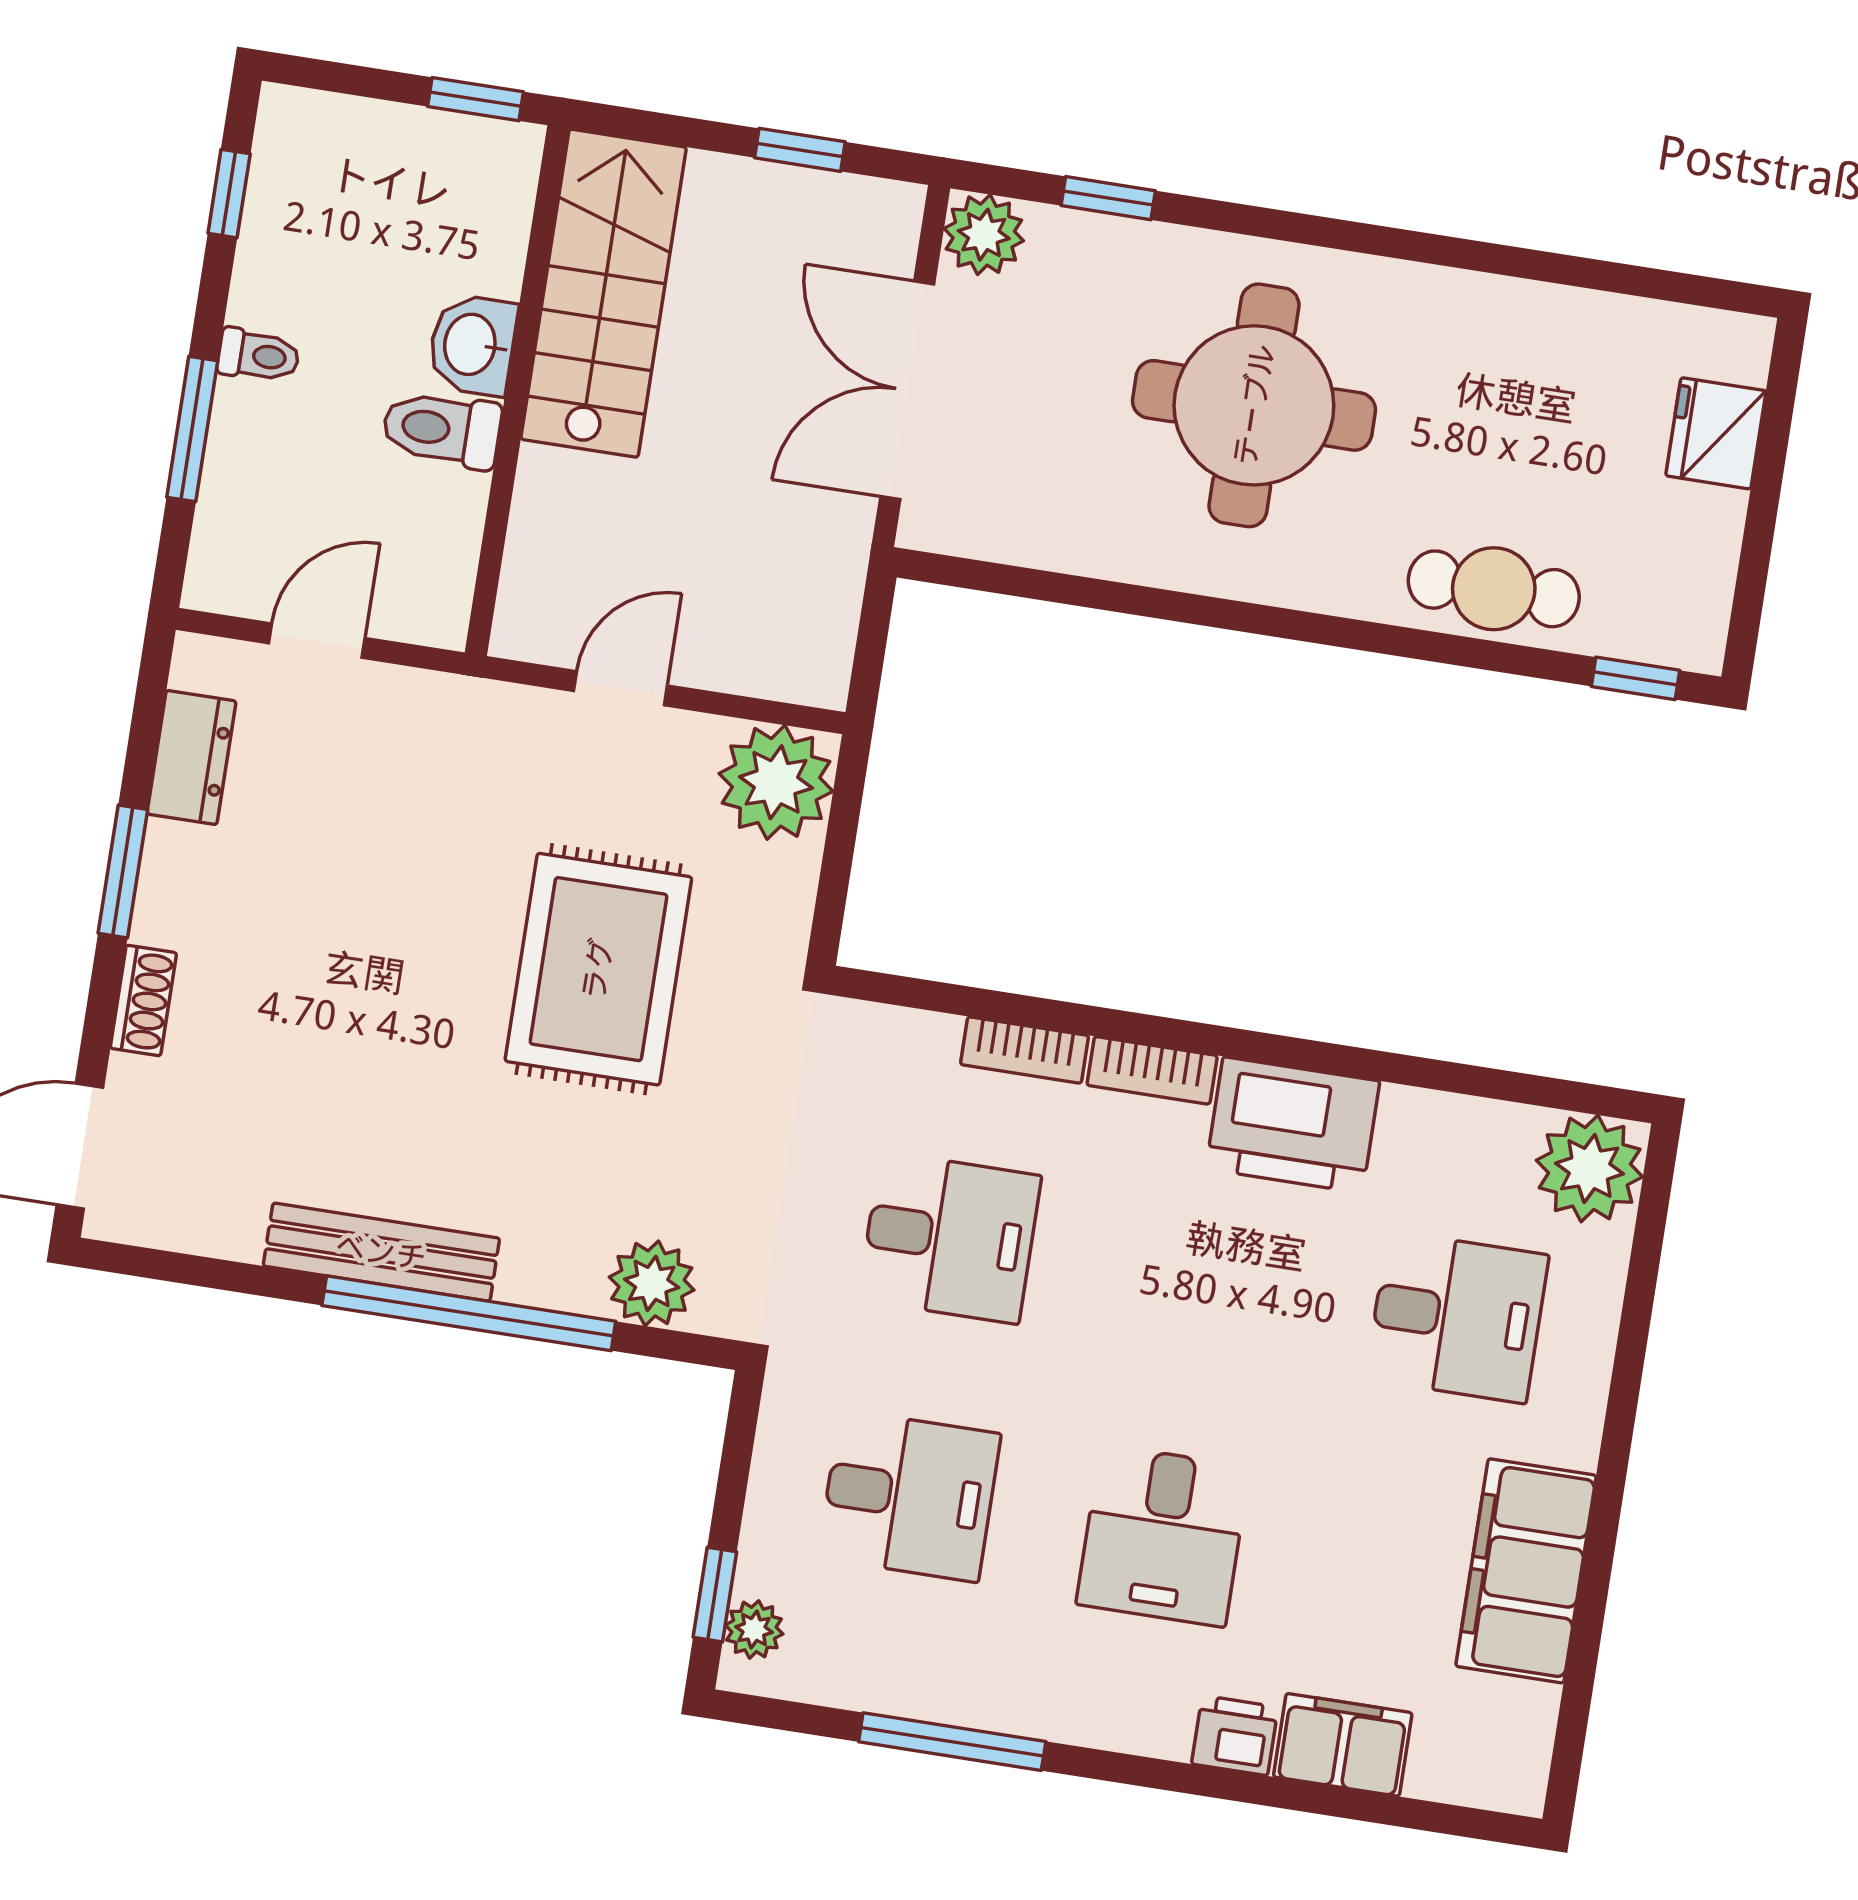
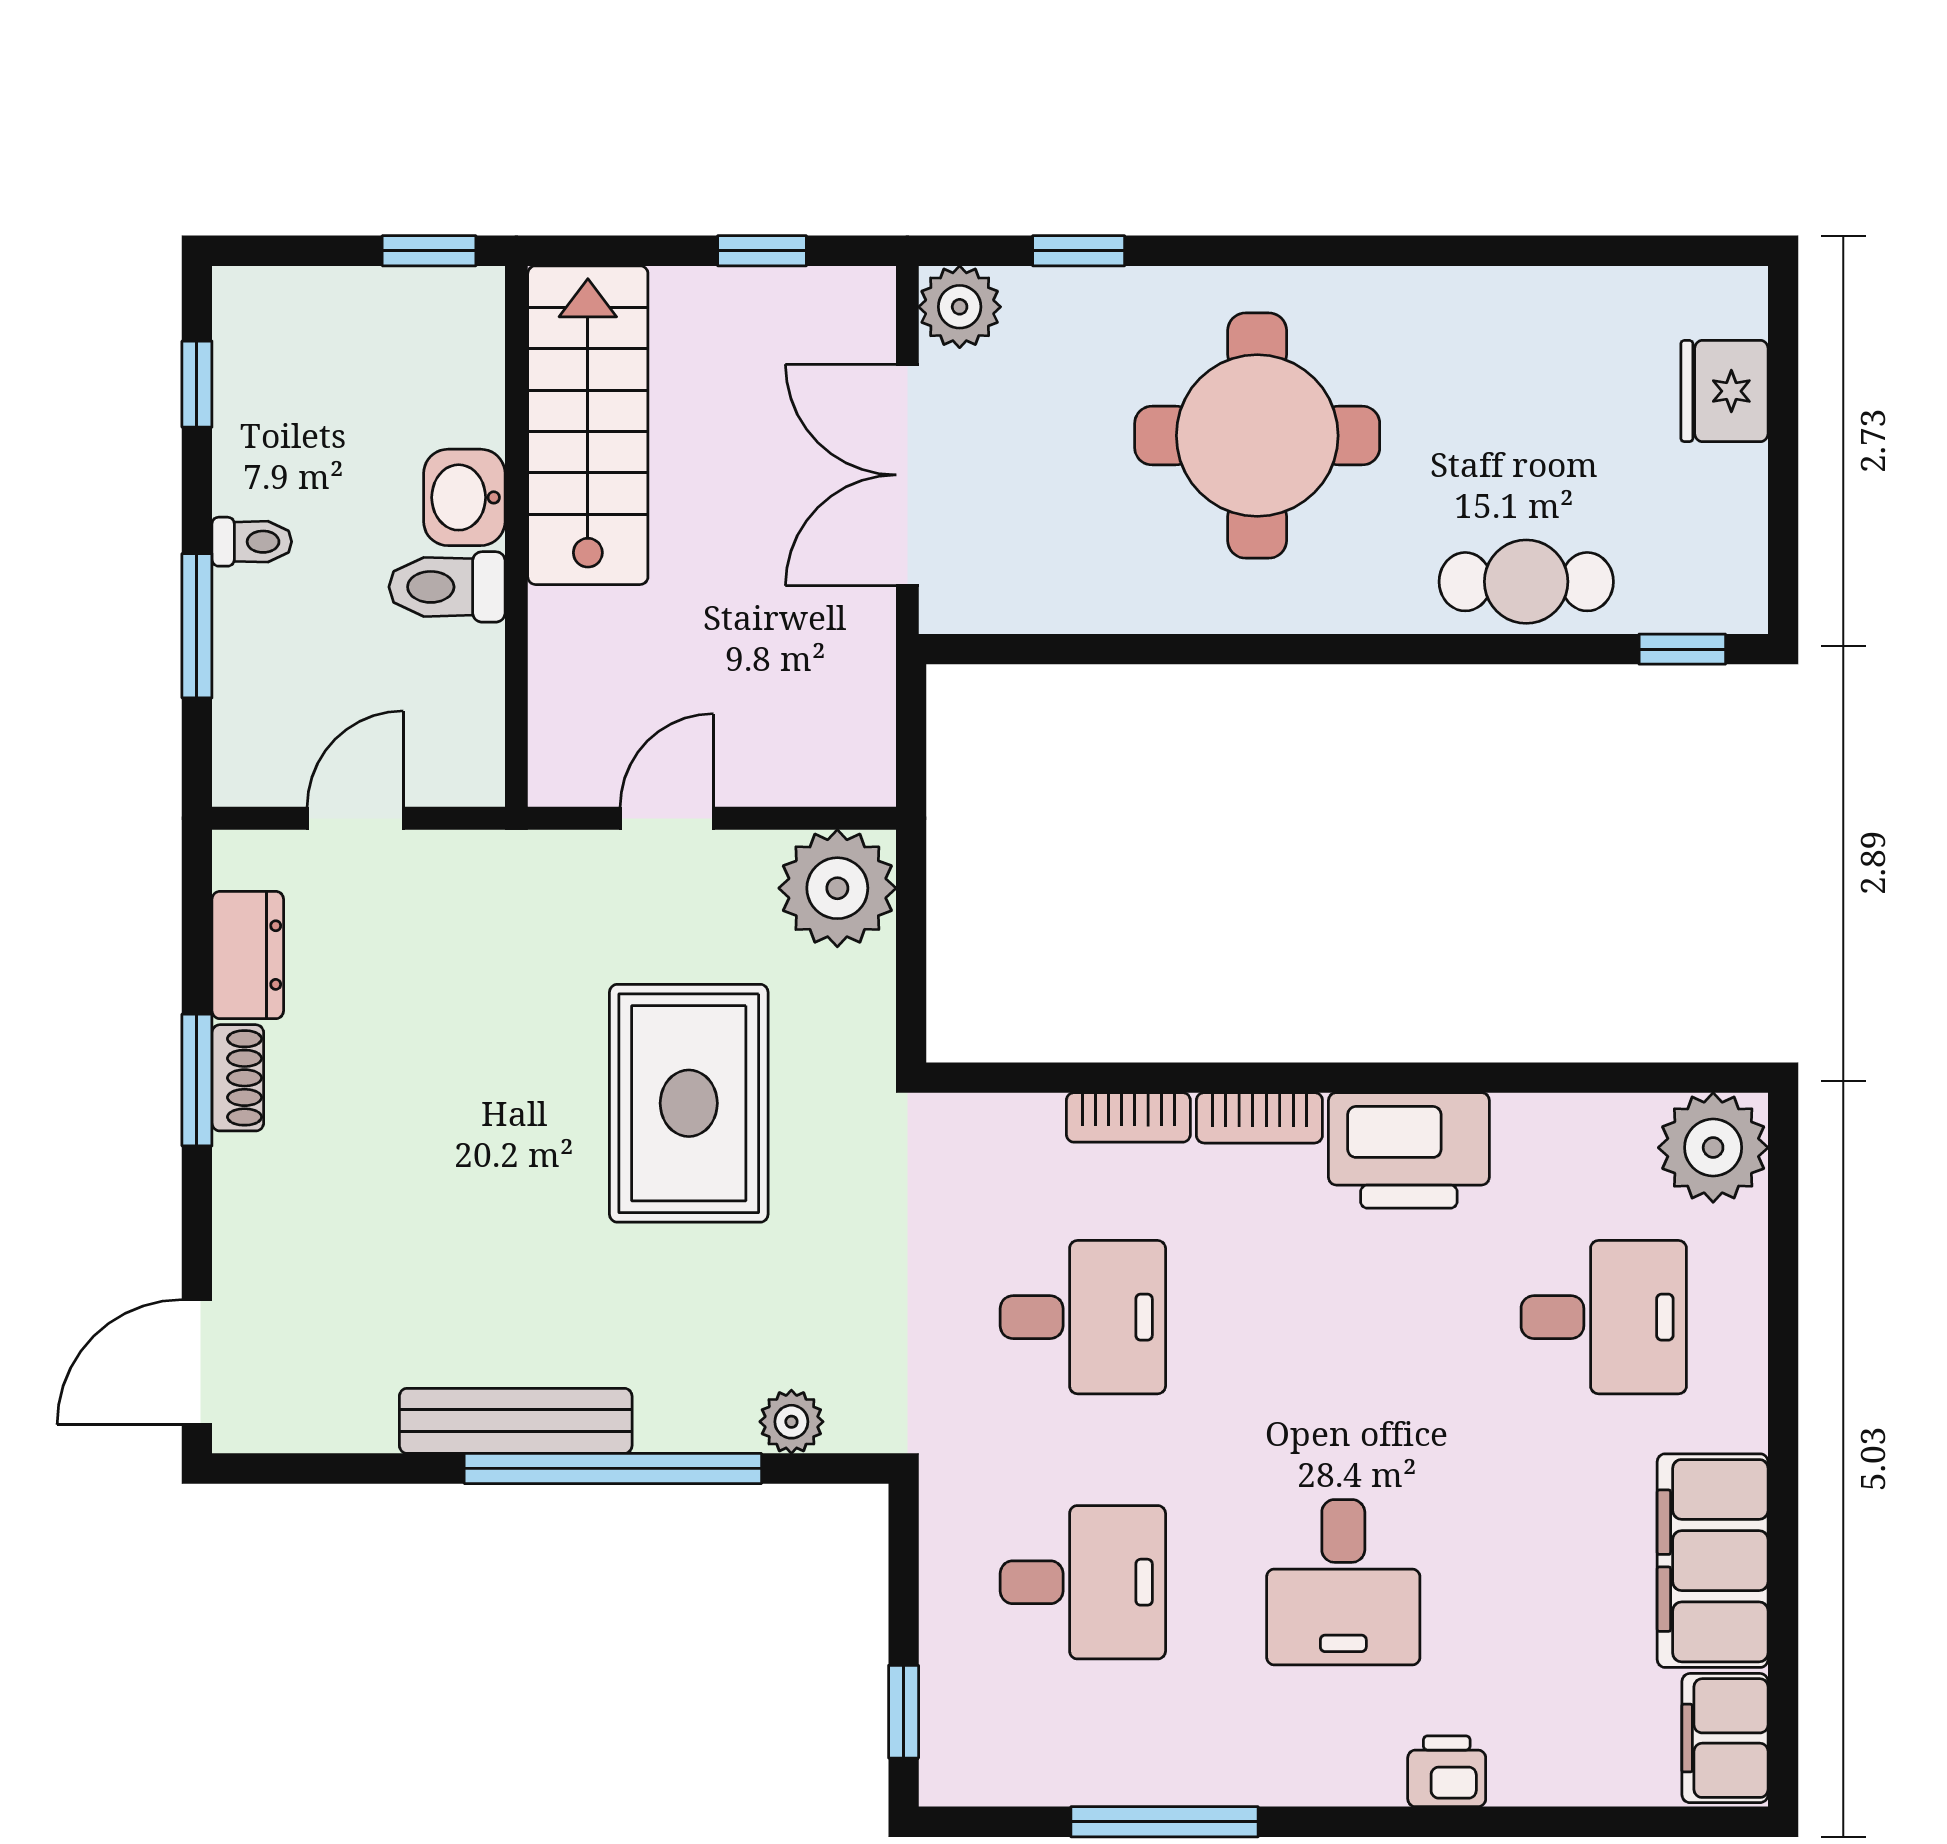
shoe rack: (143, 1001) -> (238, 1078), moved
plant: (652, 1283) -> (791, 1422), width x0.73, depth x0.73
plant: (754, 1629) -> (948, 1741), removed
filing cabinet: (1343, 1745) -> (1725, 1738), moved, turned -90

